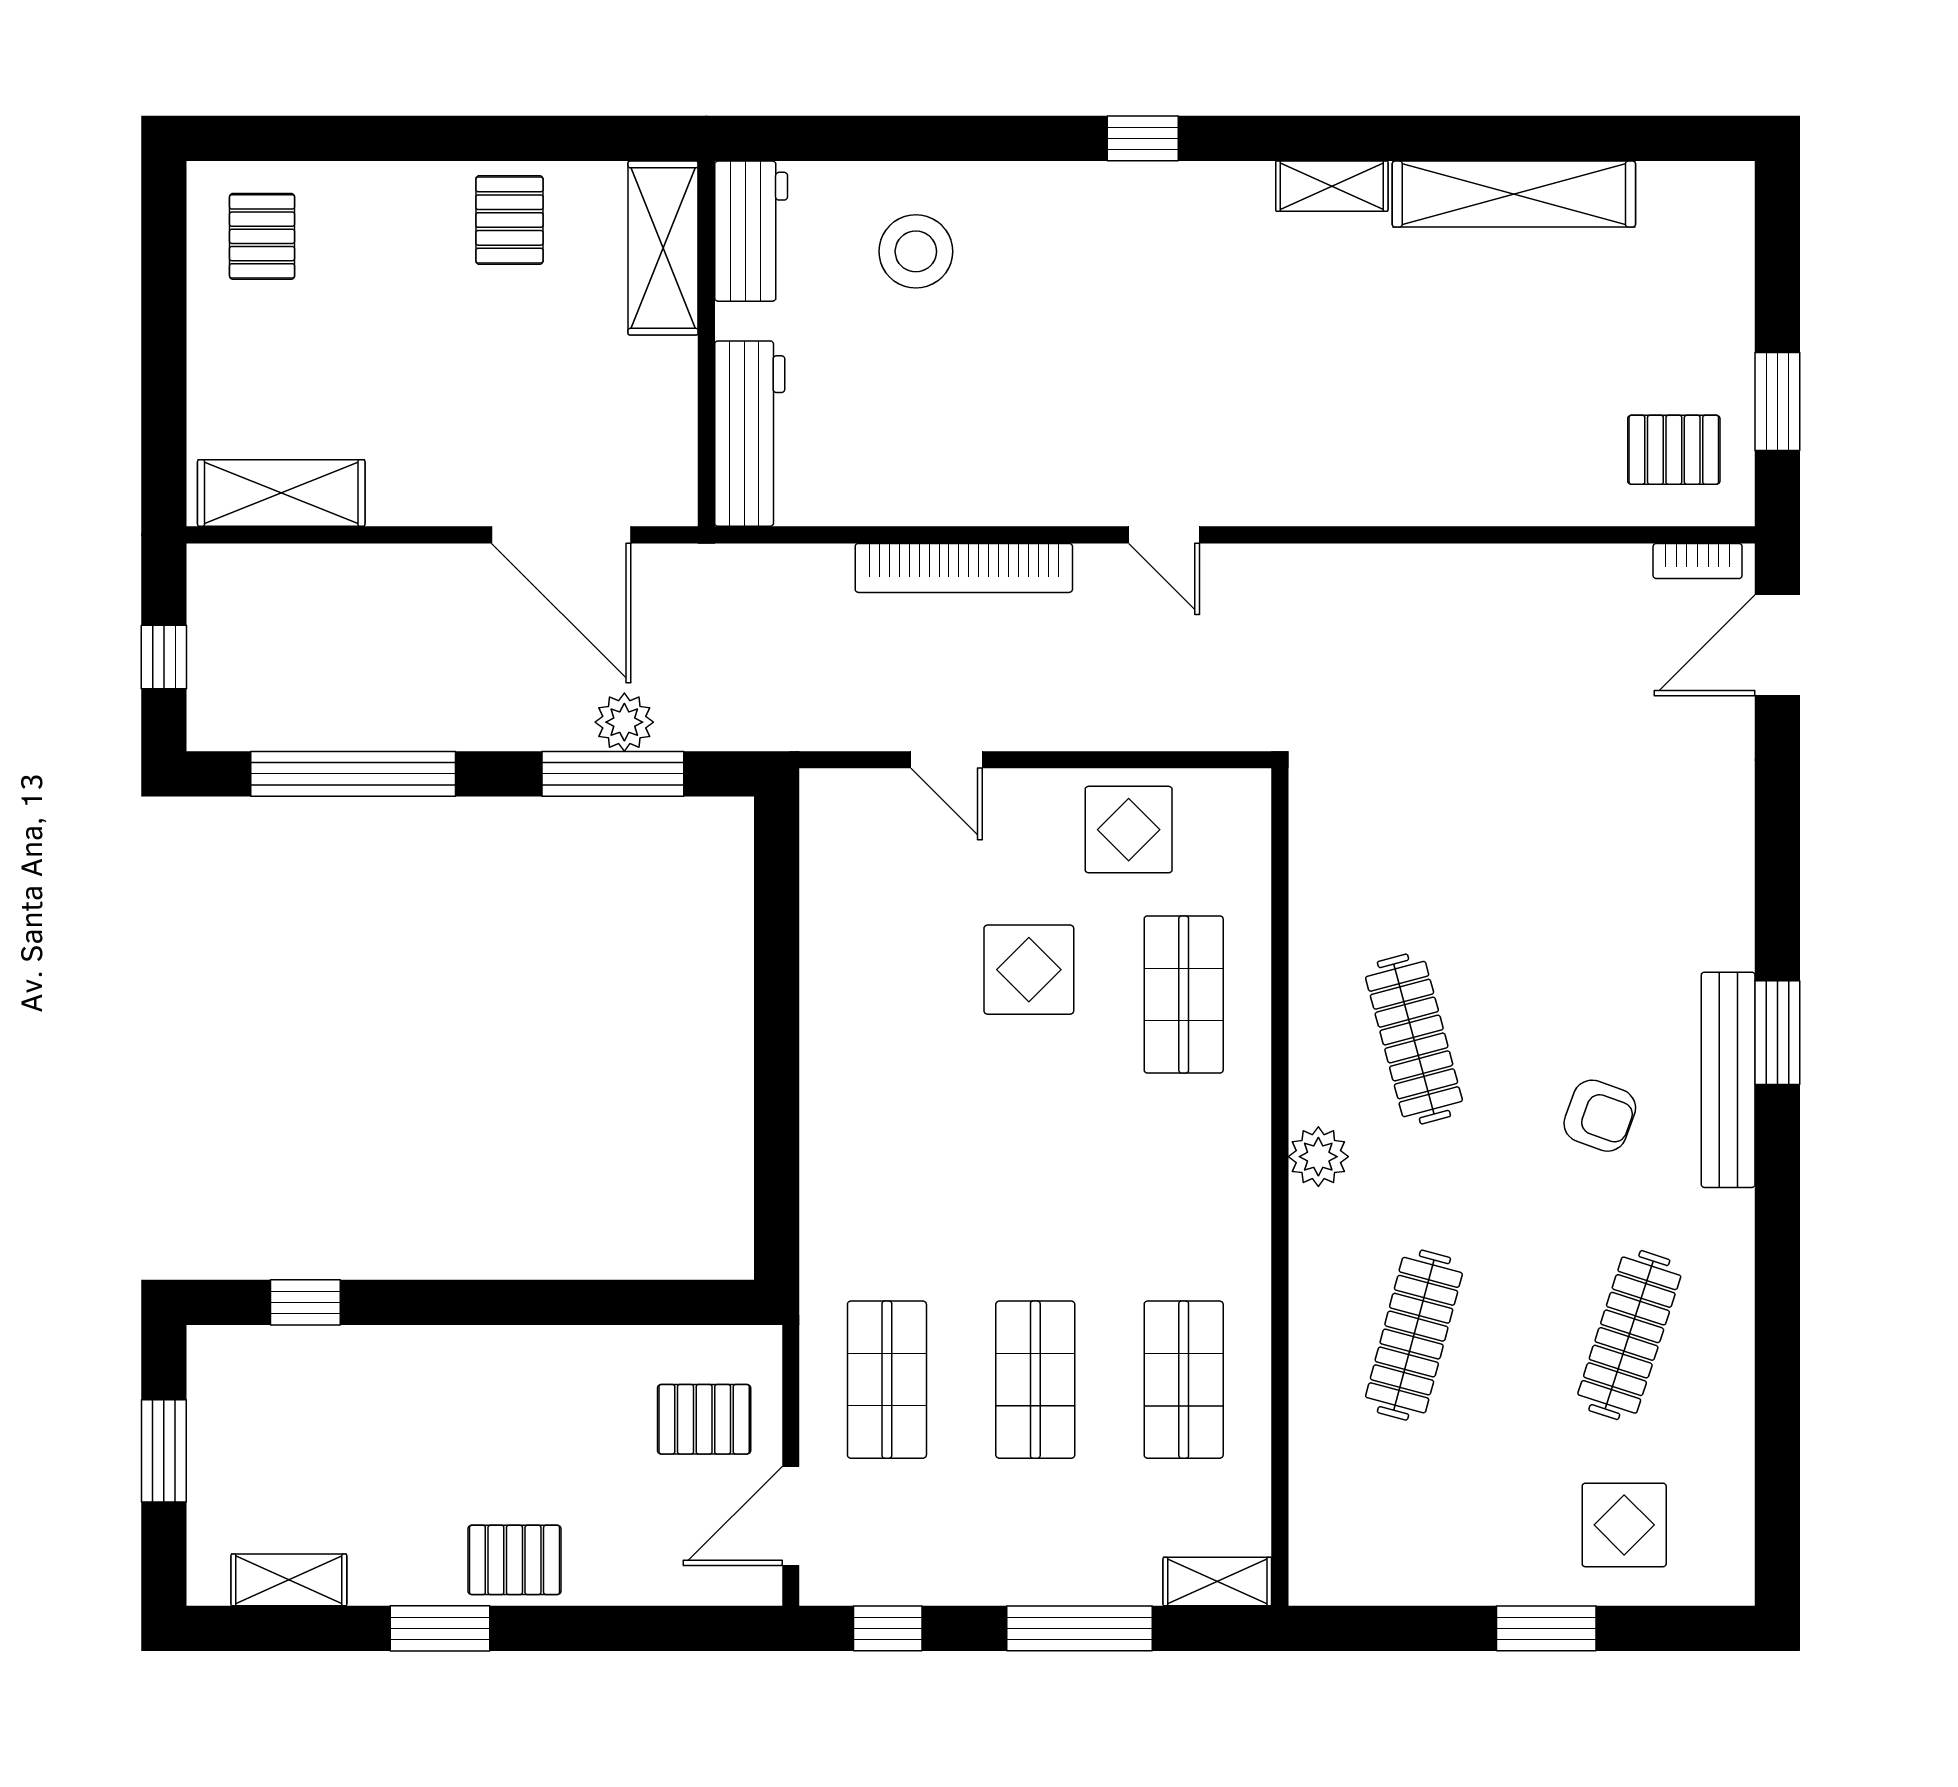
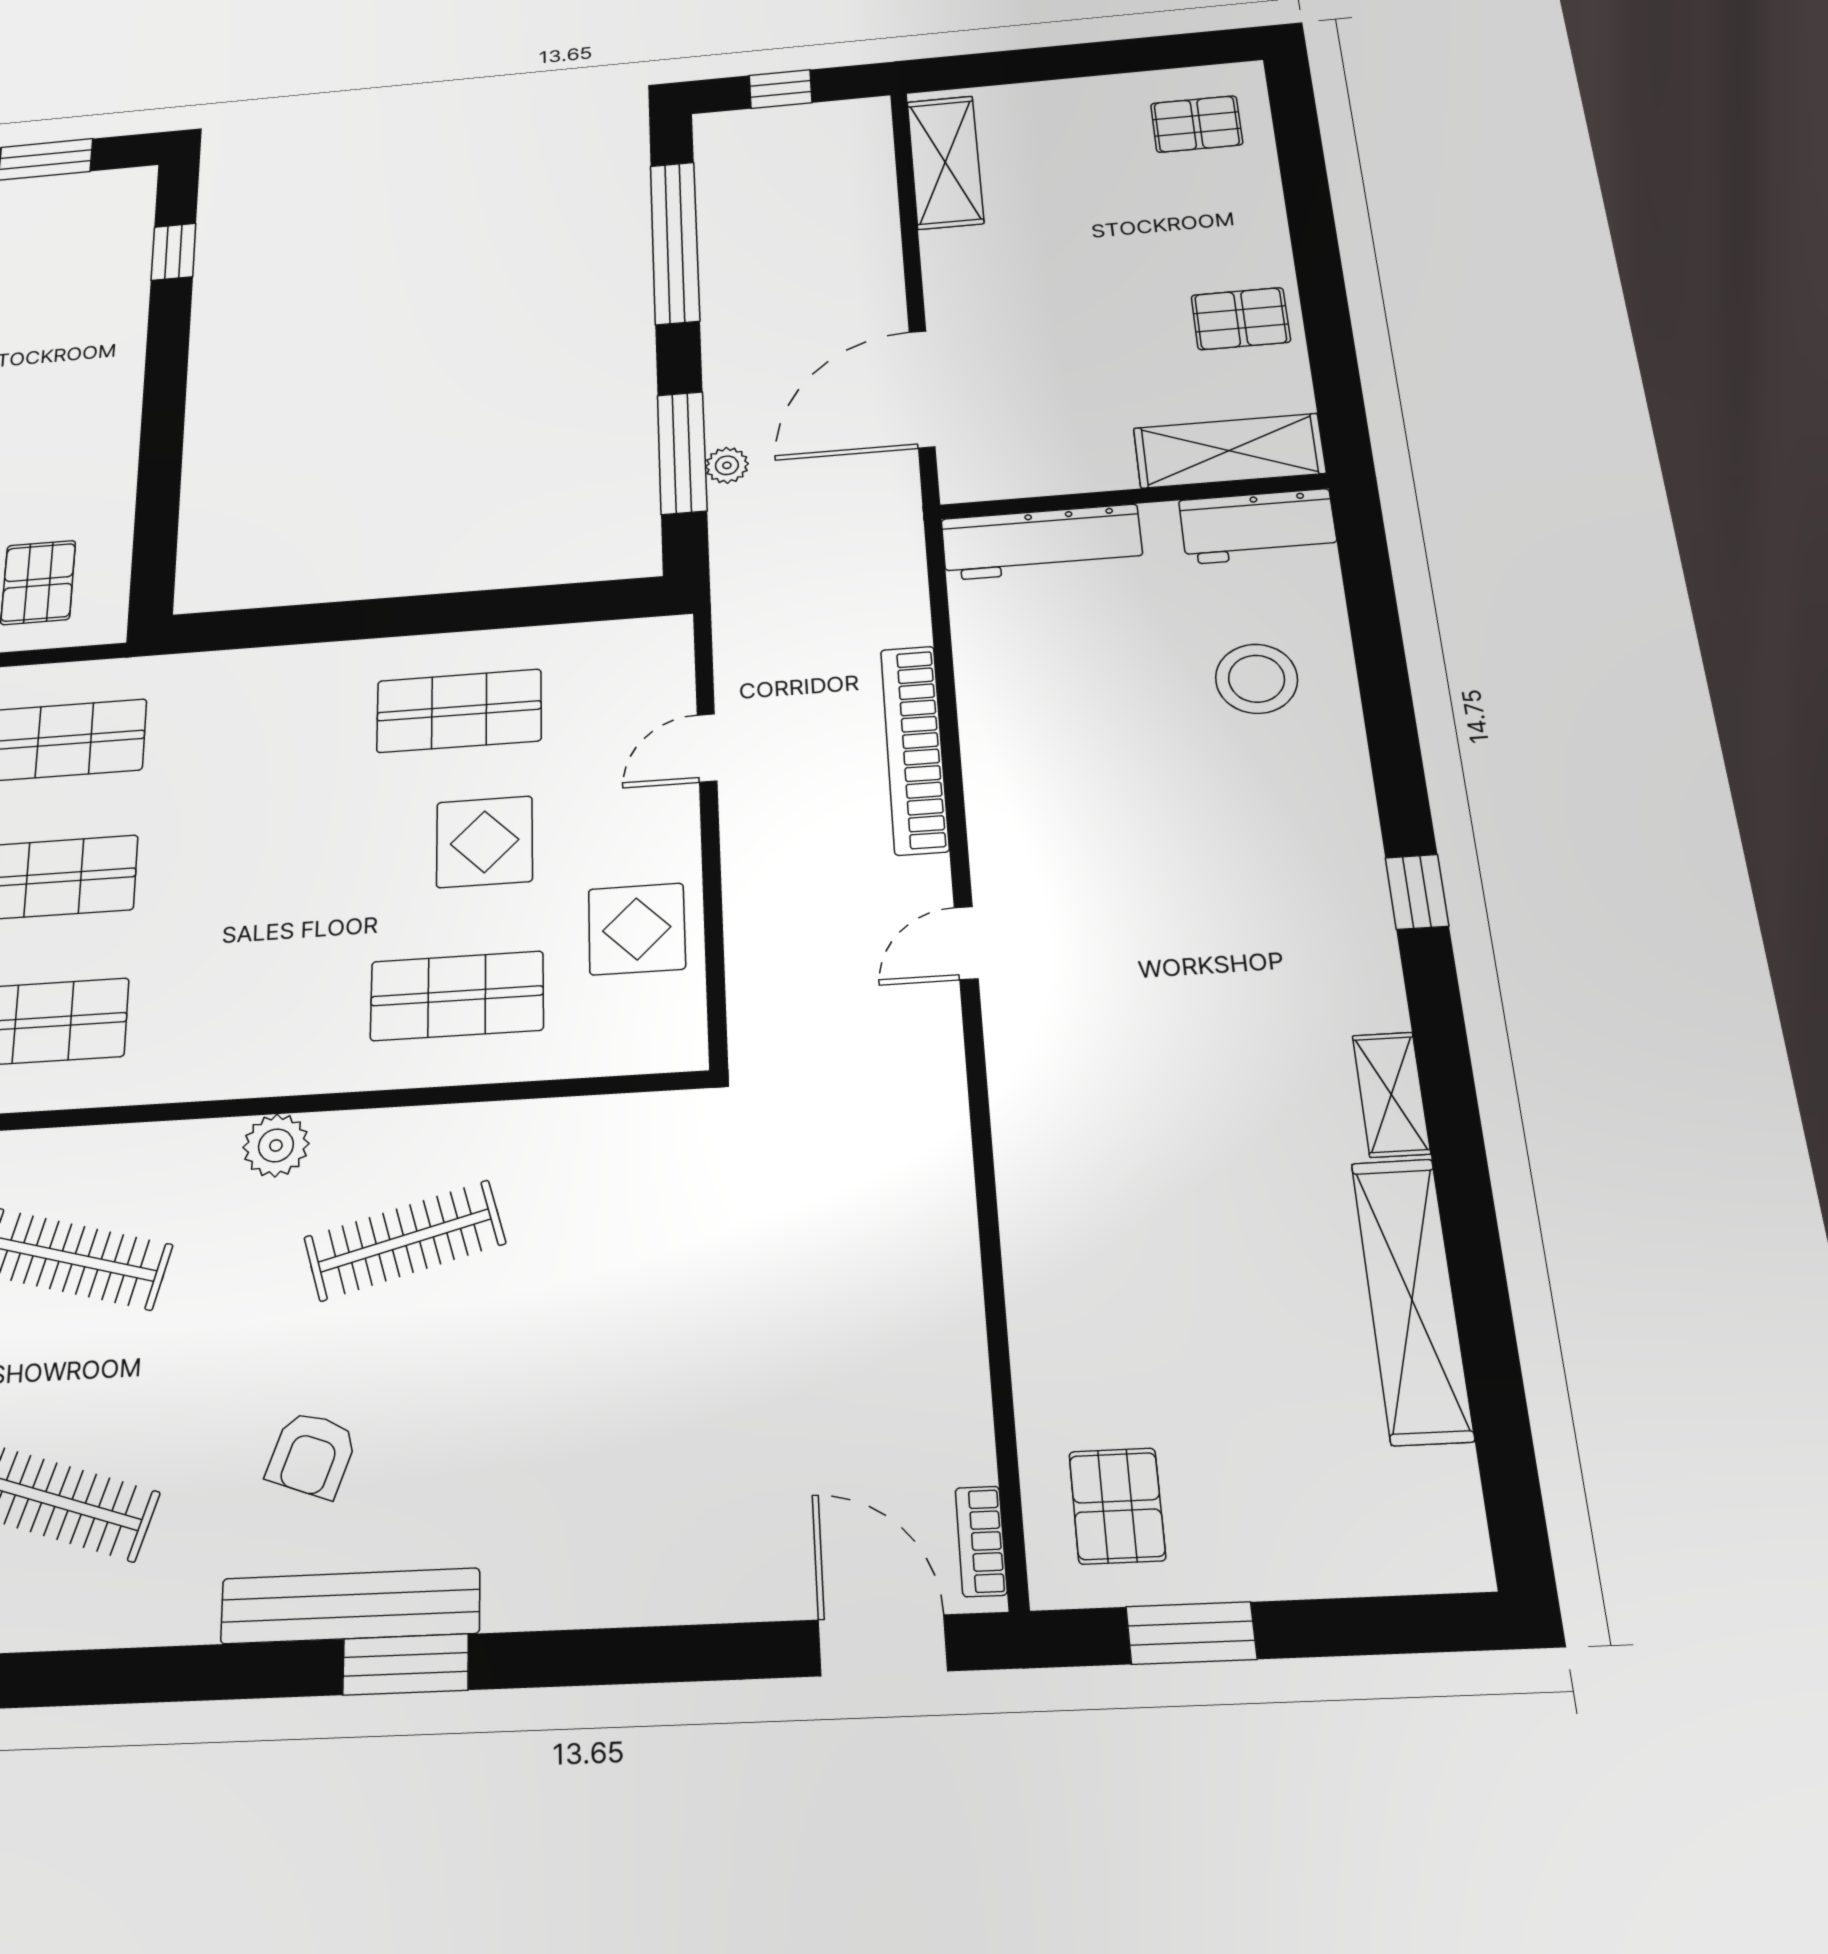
plant: (624, 722) -> (727, 465), width x0.73, depth x0.73
shop shelf: (887, 994) -> (459, 711), added

